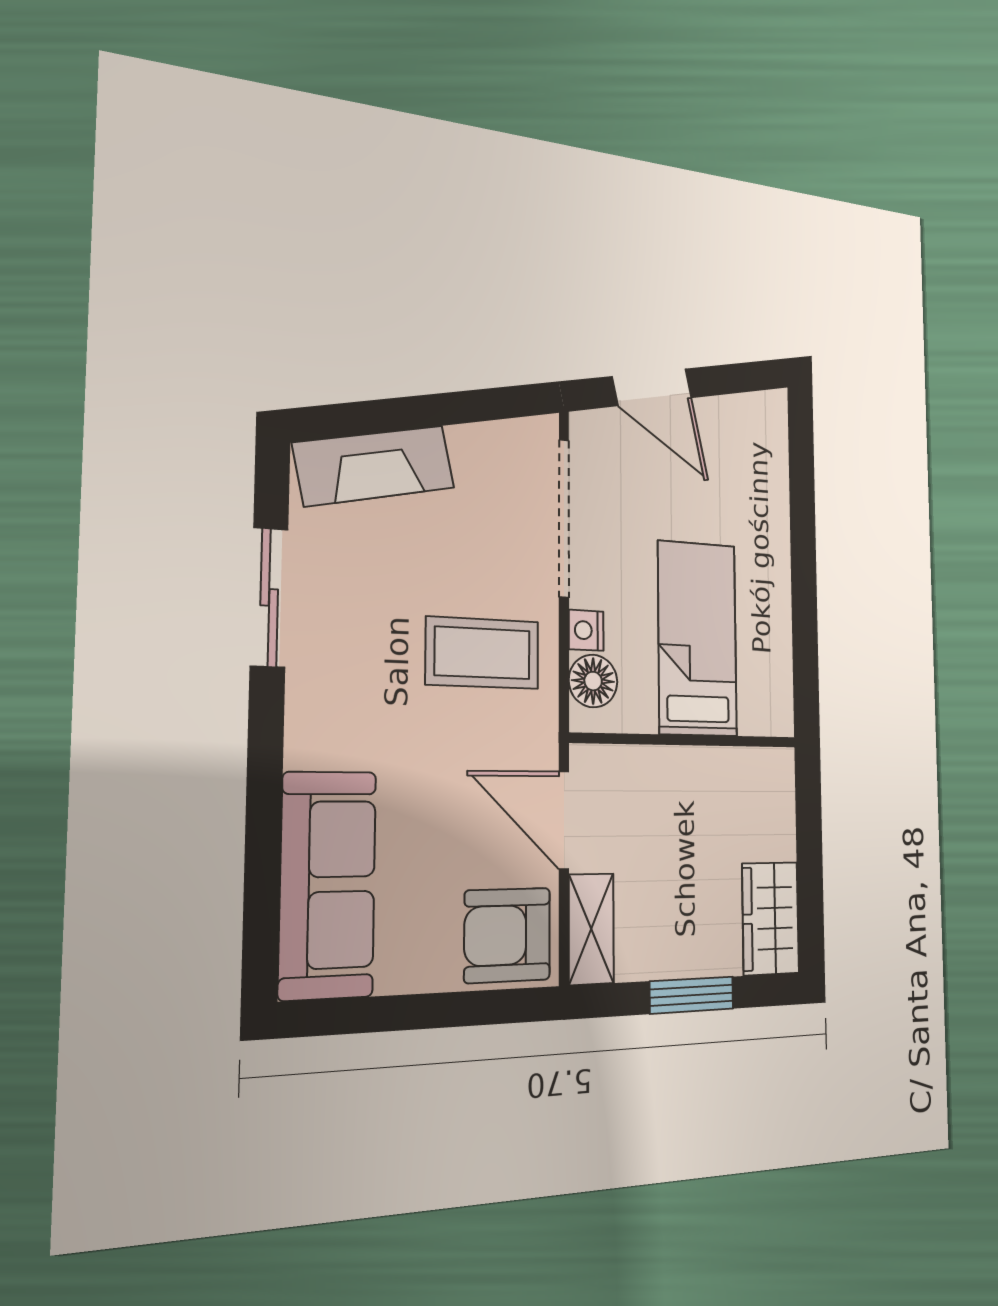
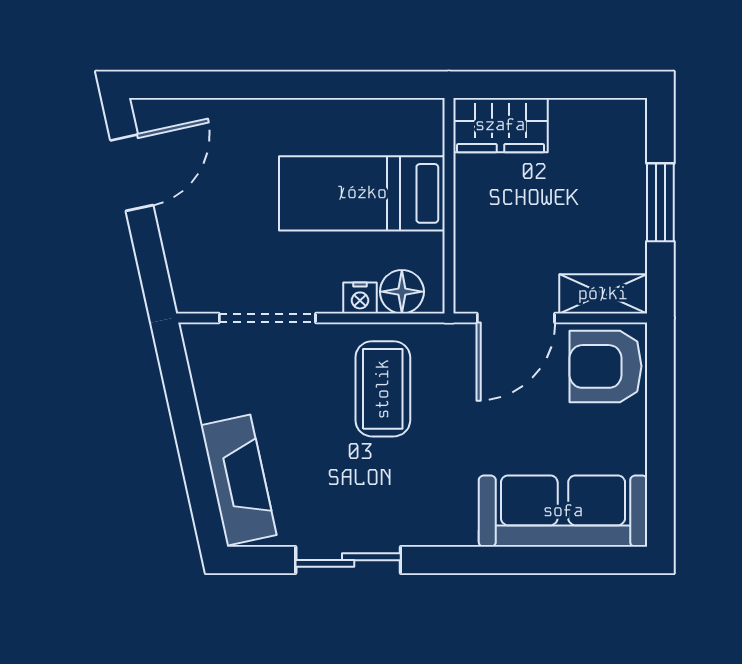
door: (652, 387) -> (132, 173), moved
doorway: (564, 518) -> (267, 318), width x0.73
wardrobe: (771, 918) -> (500, 125), moved
armchair: (507, 935) -> (606, 366), turned 90

